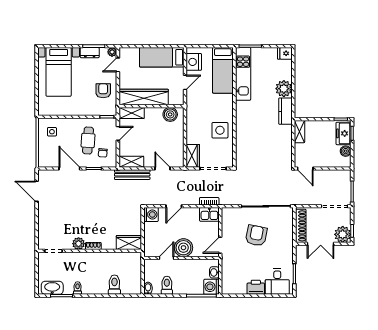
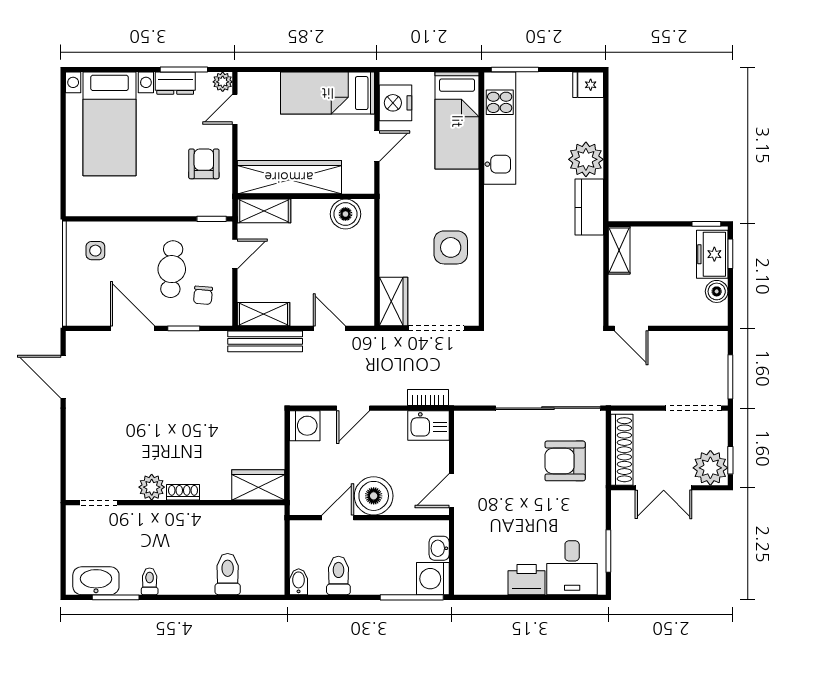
armchair: (256, 236) -> (565, 461), moved, turned -101

